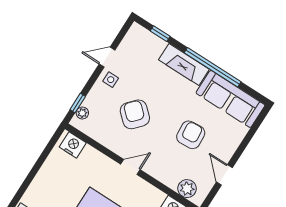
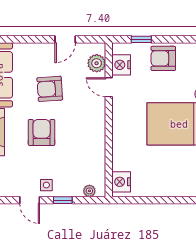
window: (78, 103) -> (63, 200), moved
armchair: (135, 114) -> (42, 132), moved, turned 138
door: (130, 167) -> (109, 87), moved

